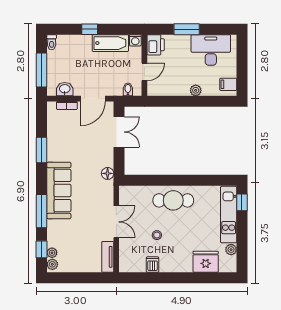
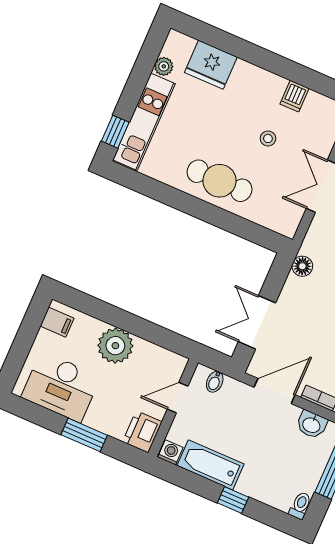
plant: (196, 90) -> (115, 346), width x1.88, depth x1.88

